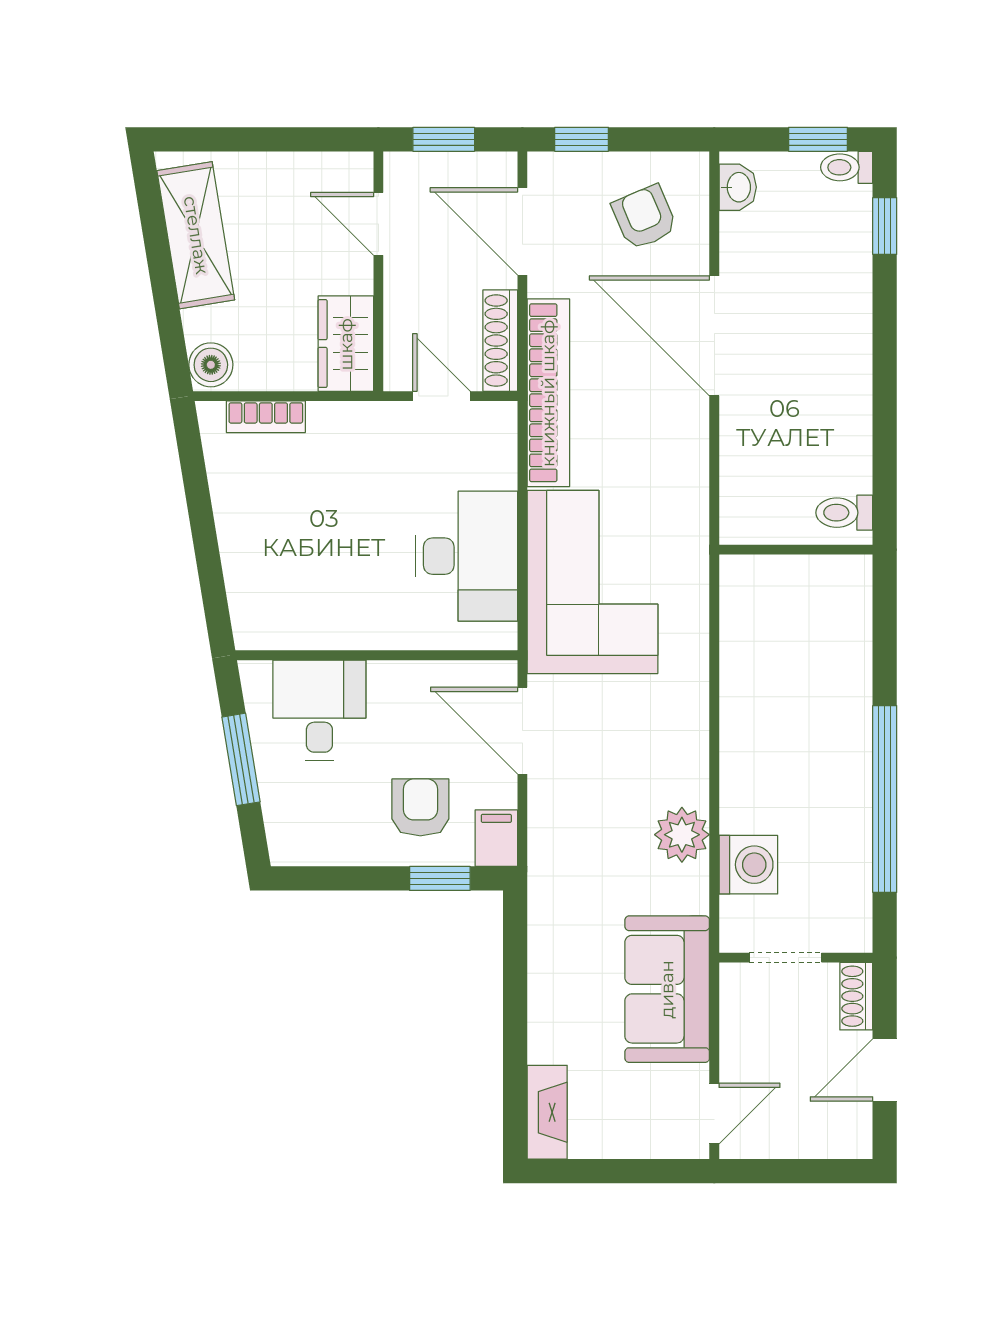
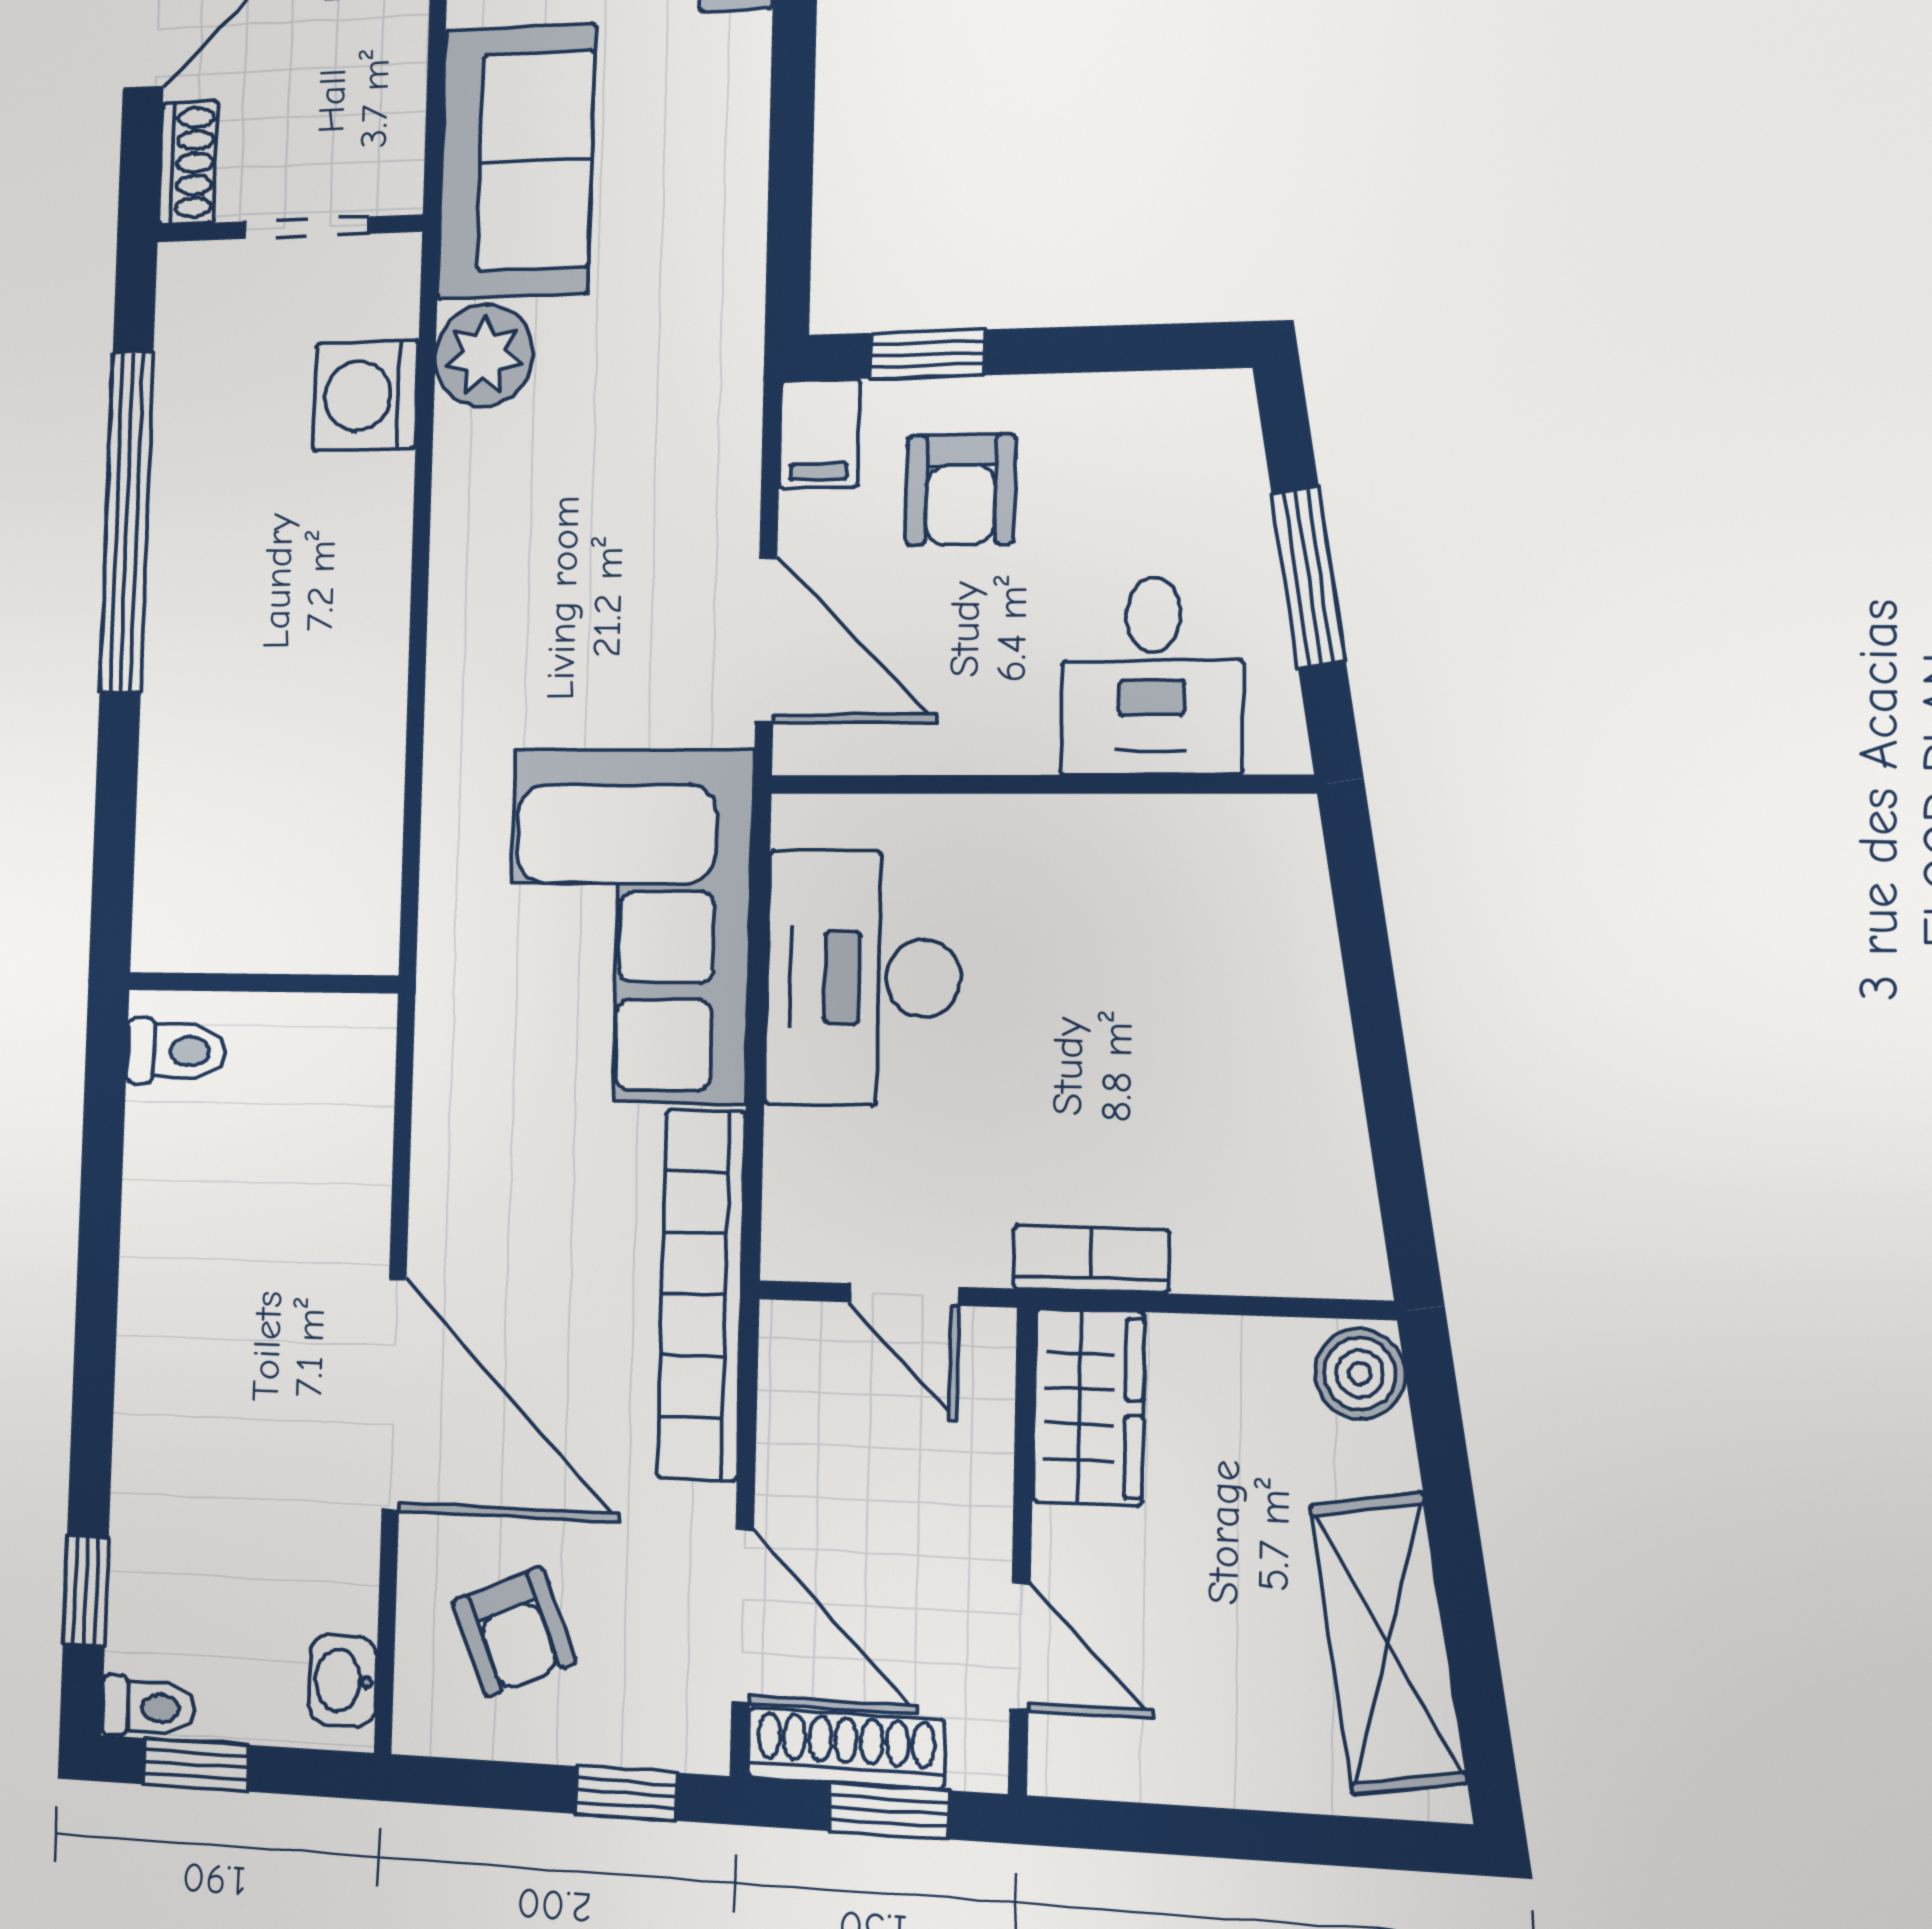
shoe rack: (500, 341) -> (846, 1749), moved, turned -90
bookcase: (266, 417) -> (1091, 1259), moved
plant: (682, 835) -> (484, 356), moved

